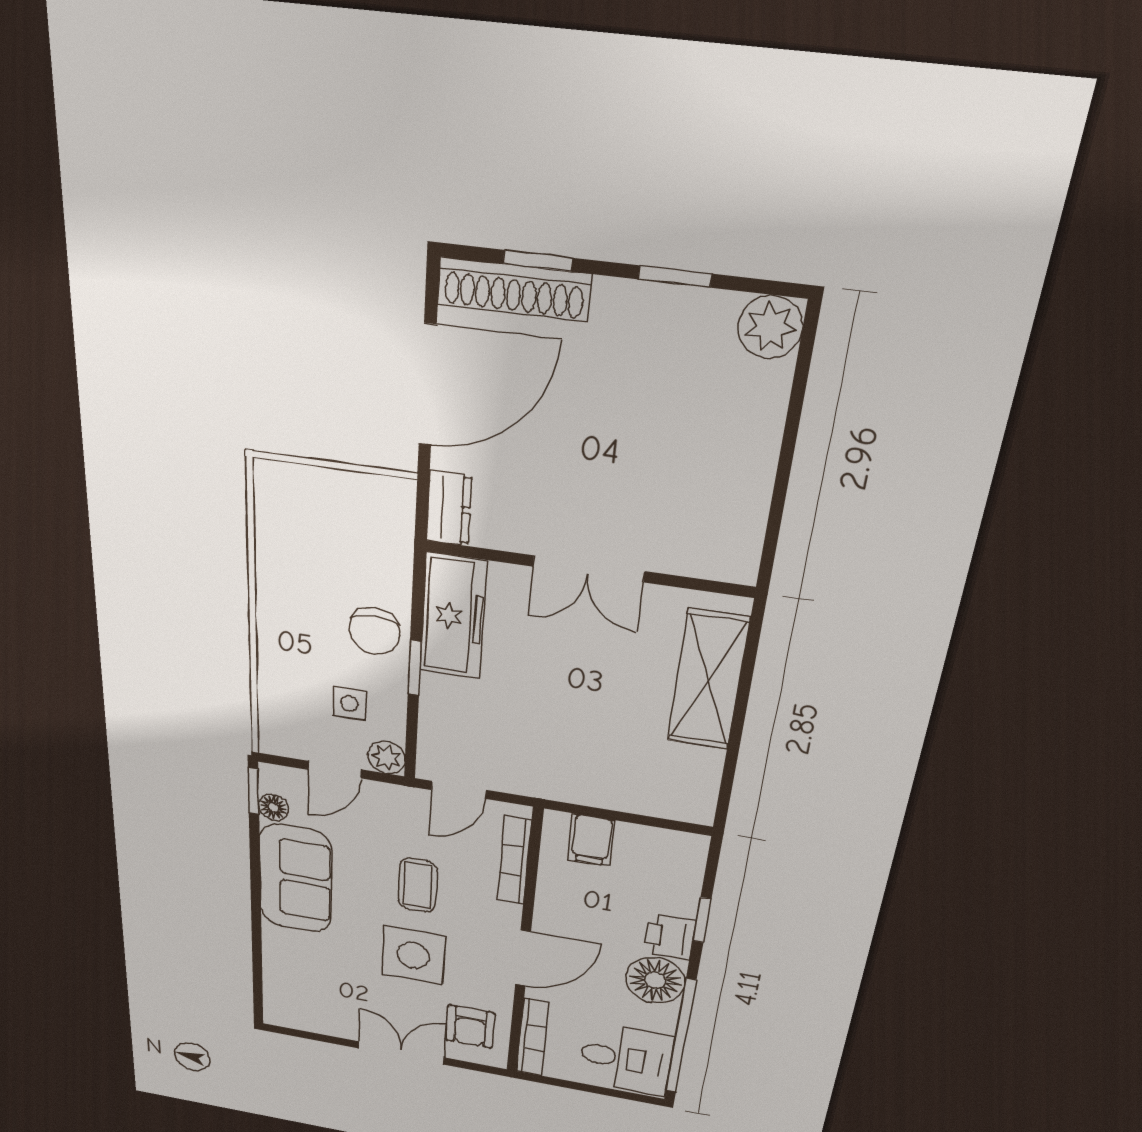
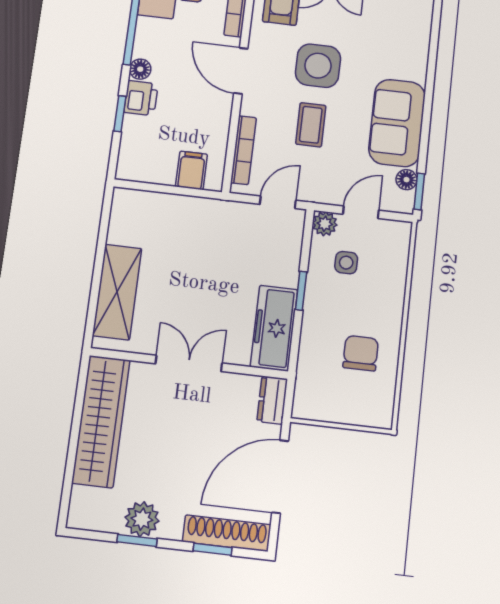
plant: (770, 327) -> (142, 519), moved
wardrobe: (738, 482) -> (101, 421), added
chair: (374, 631) -> (361, 353), moved
door: (523, 958) -> (241, 71), hinge flipped
floor lamp: (655, 980) -> (140, 69), width x0.53, depth x0.53

